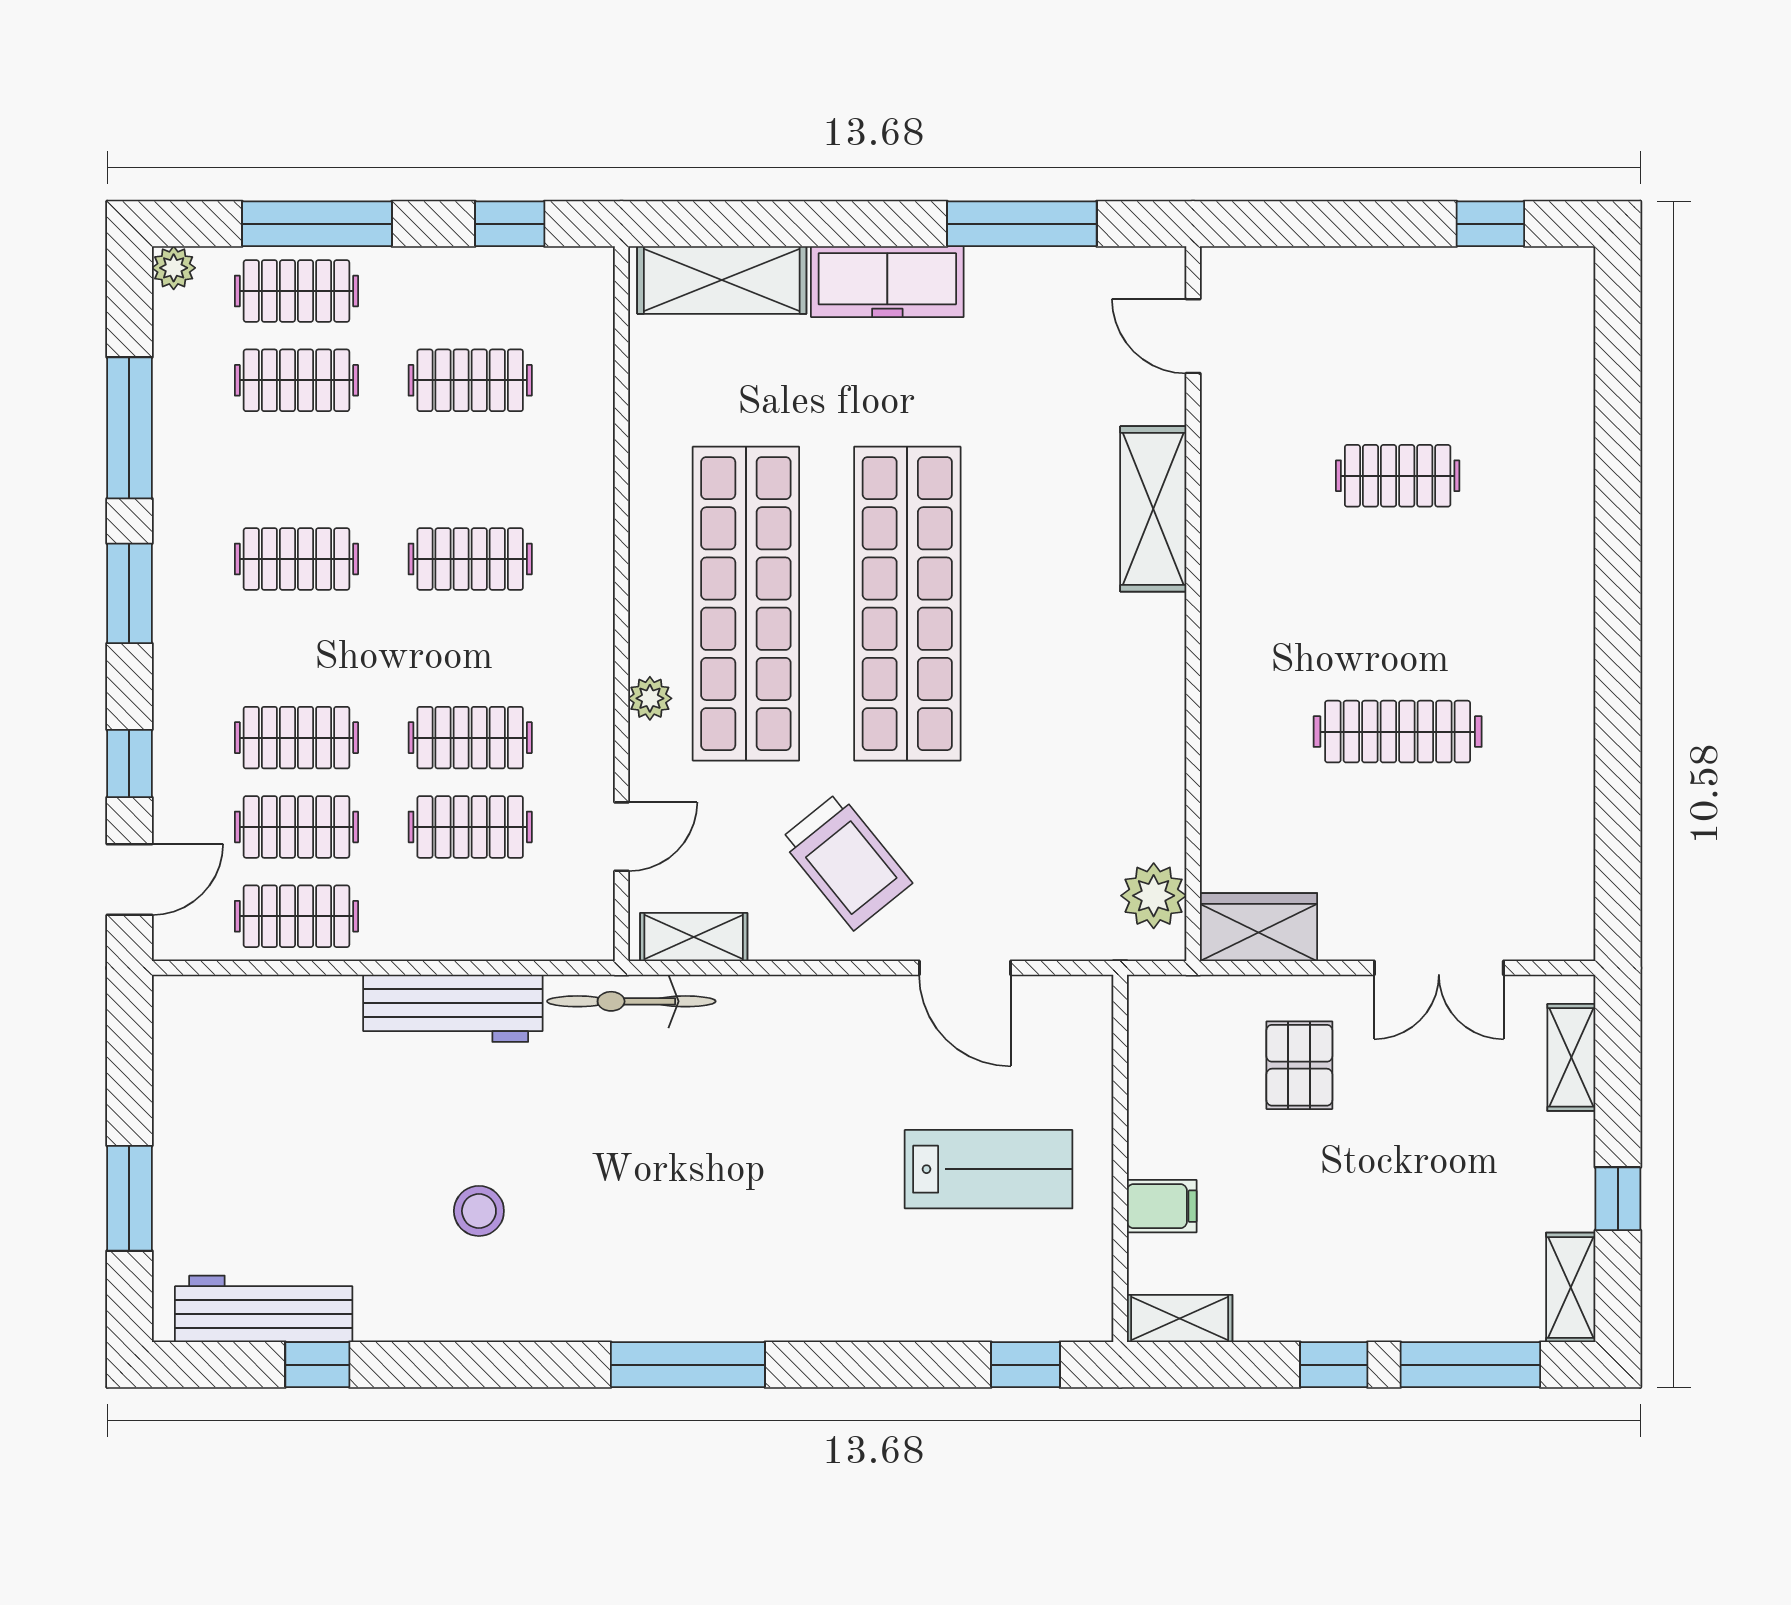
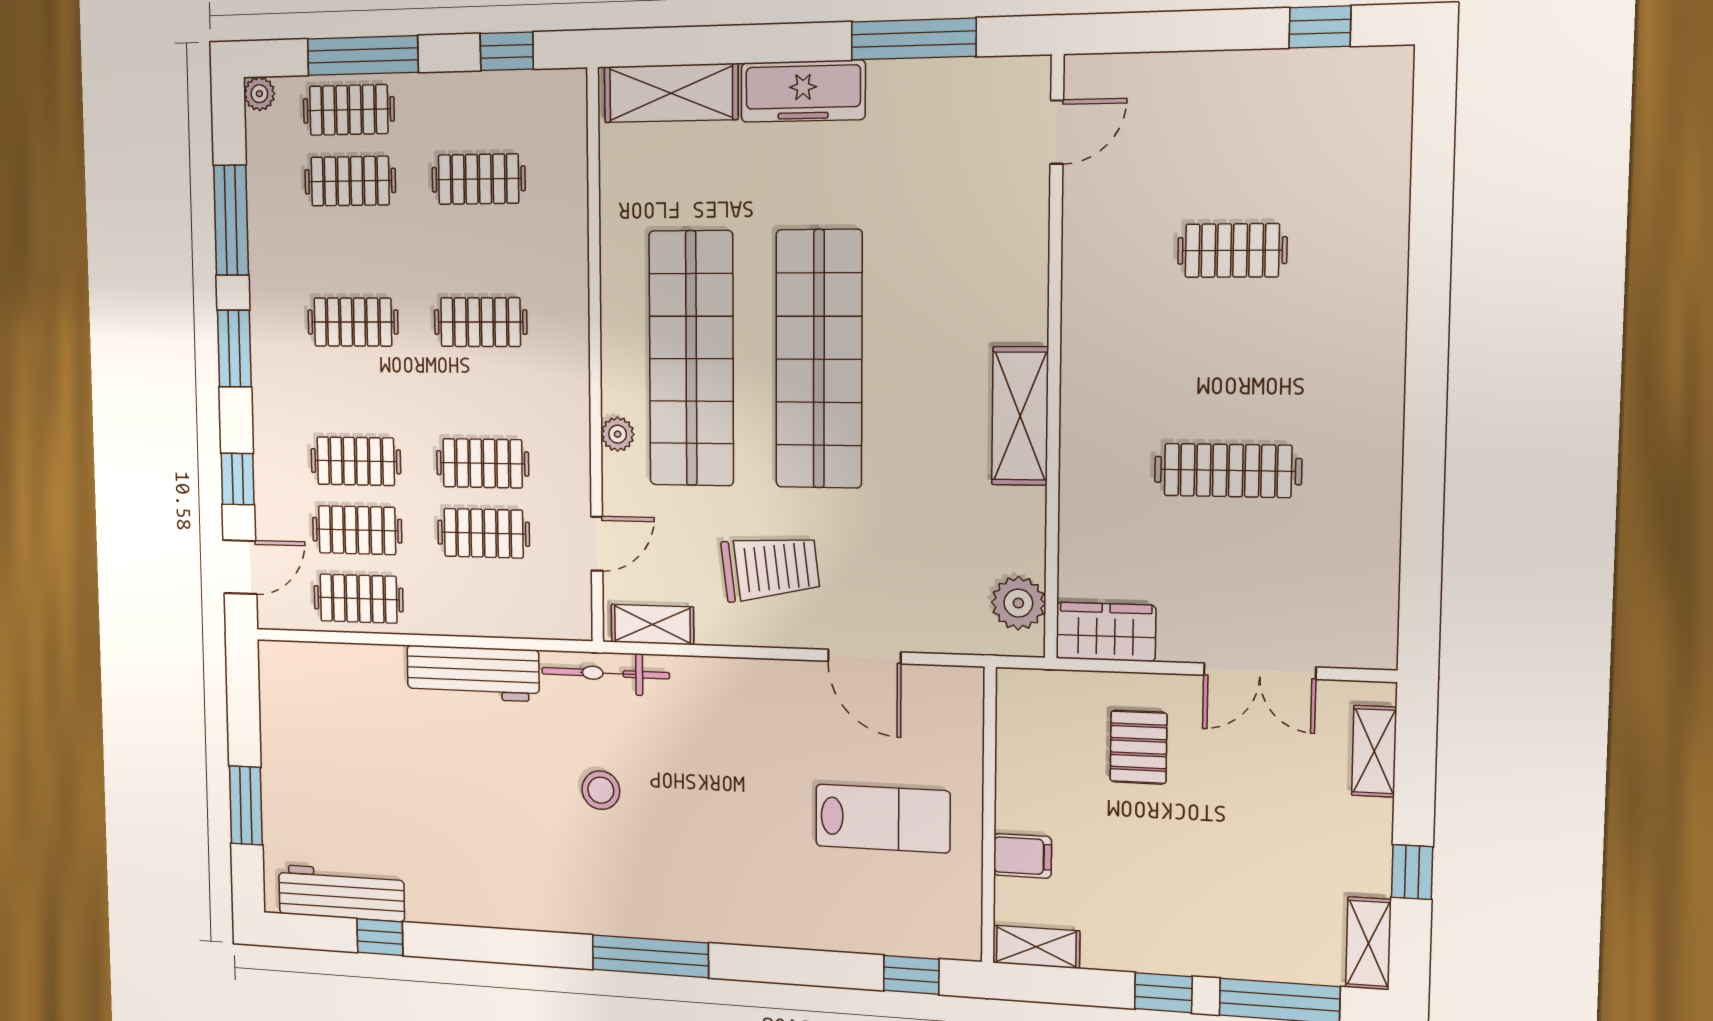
door: (1193, 336) -> (1057, 132), swing flipped
shelving: (1153, 509) -> (1020, 416), moved
trolley: (846, 861) -> (770, 568), turned -58
stool: (479, 1211) -> (601, 790), moved

